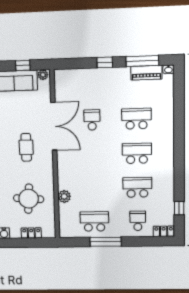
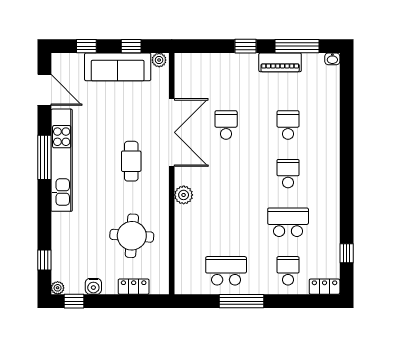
piano: (146, 73) -> (280, 62), moved
school desk: (136, 119) -> (288, 125), width x0.54
school desk: (137, 153) -> (288, 174), width x0.54
plant: (64, 196) -> (184, 195), moved

